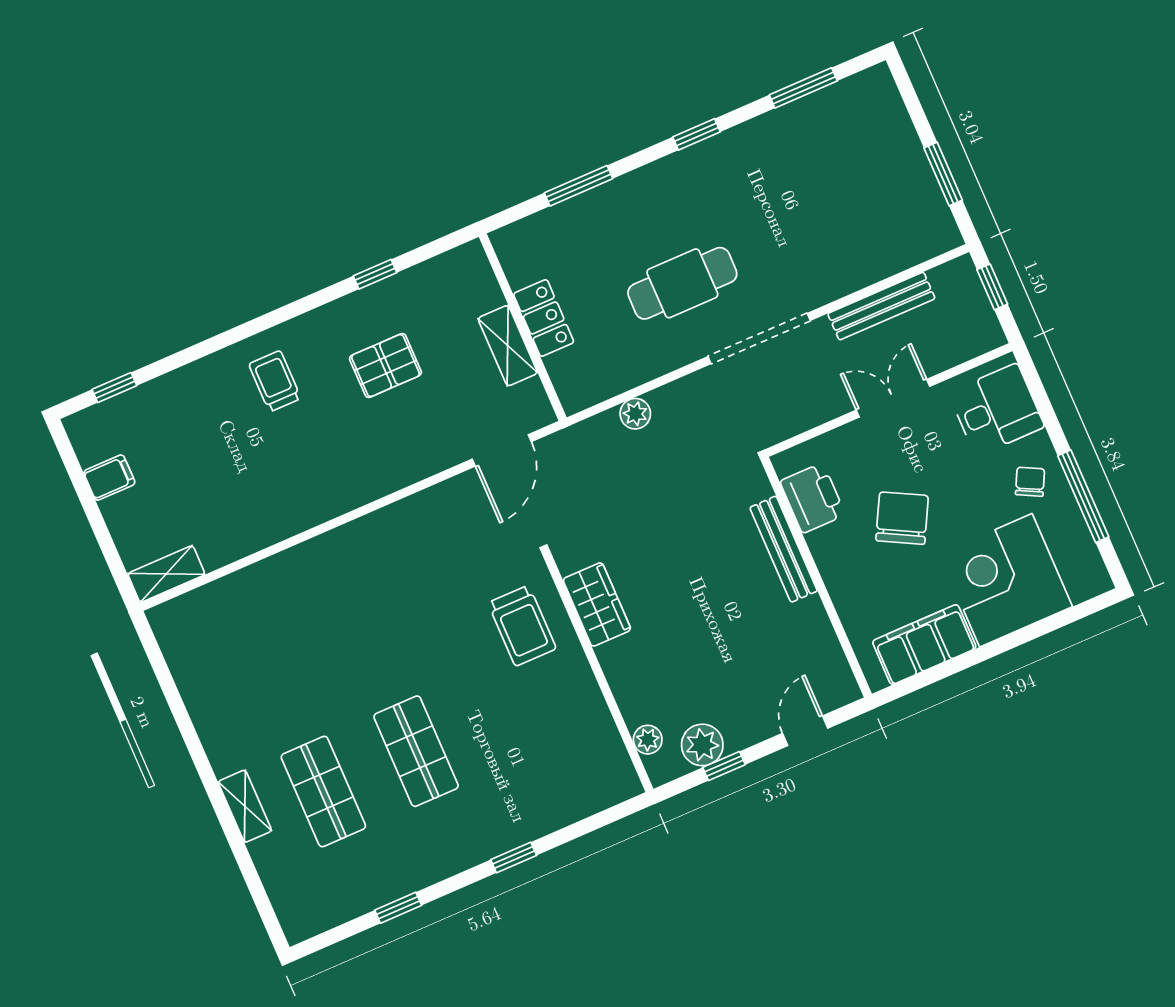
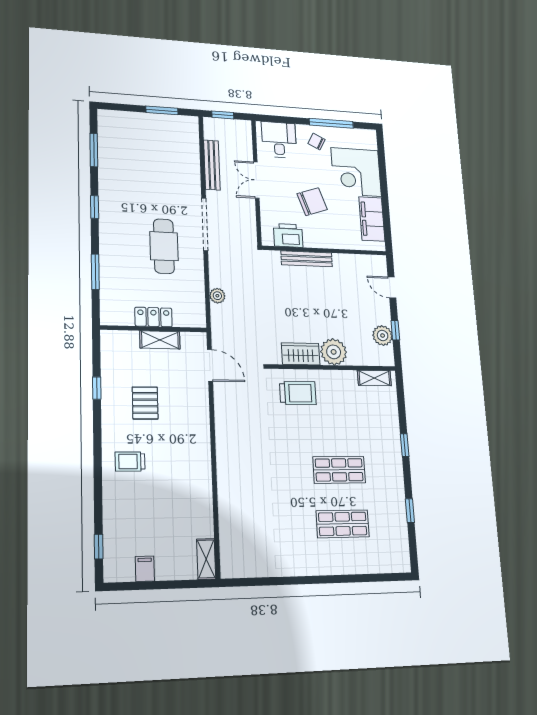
chair: (902, 518) -> (312, 202), turned 133
plant: (648, 740) -> (334, 352), moved, width x1.88, depth x1.88
shelving: (245, 806) -> (374, 378), moved

